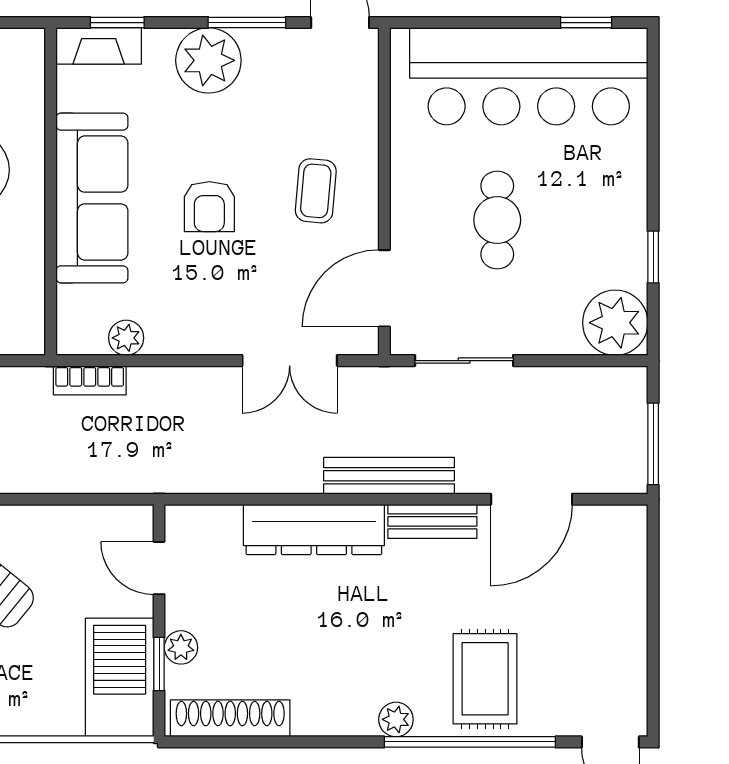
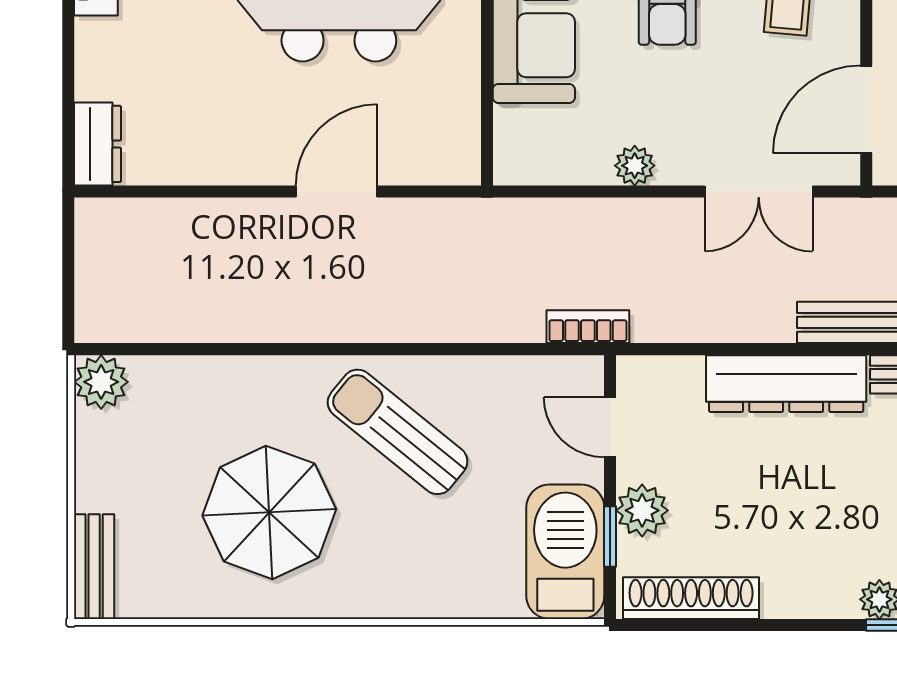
plant: (126, 338) -> (635, 166), moved
bookcase: (90, 380) -> (588, 327), moved, turned 180
plant: (181, 647) -> (642, 510), width x1.38, depth x1.38

